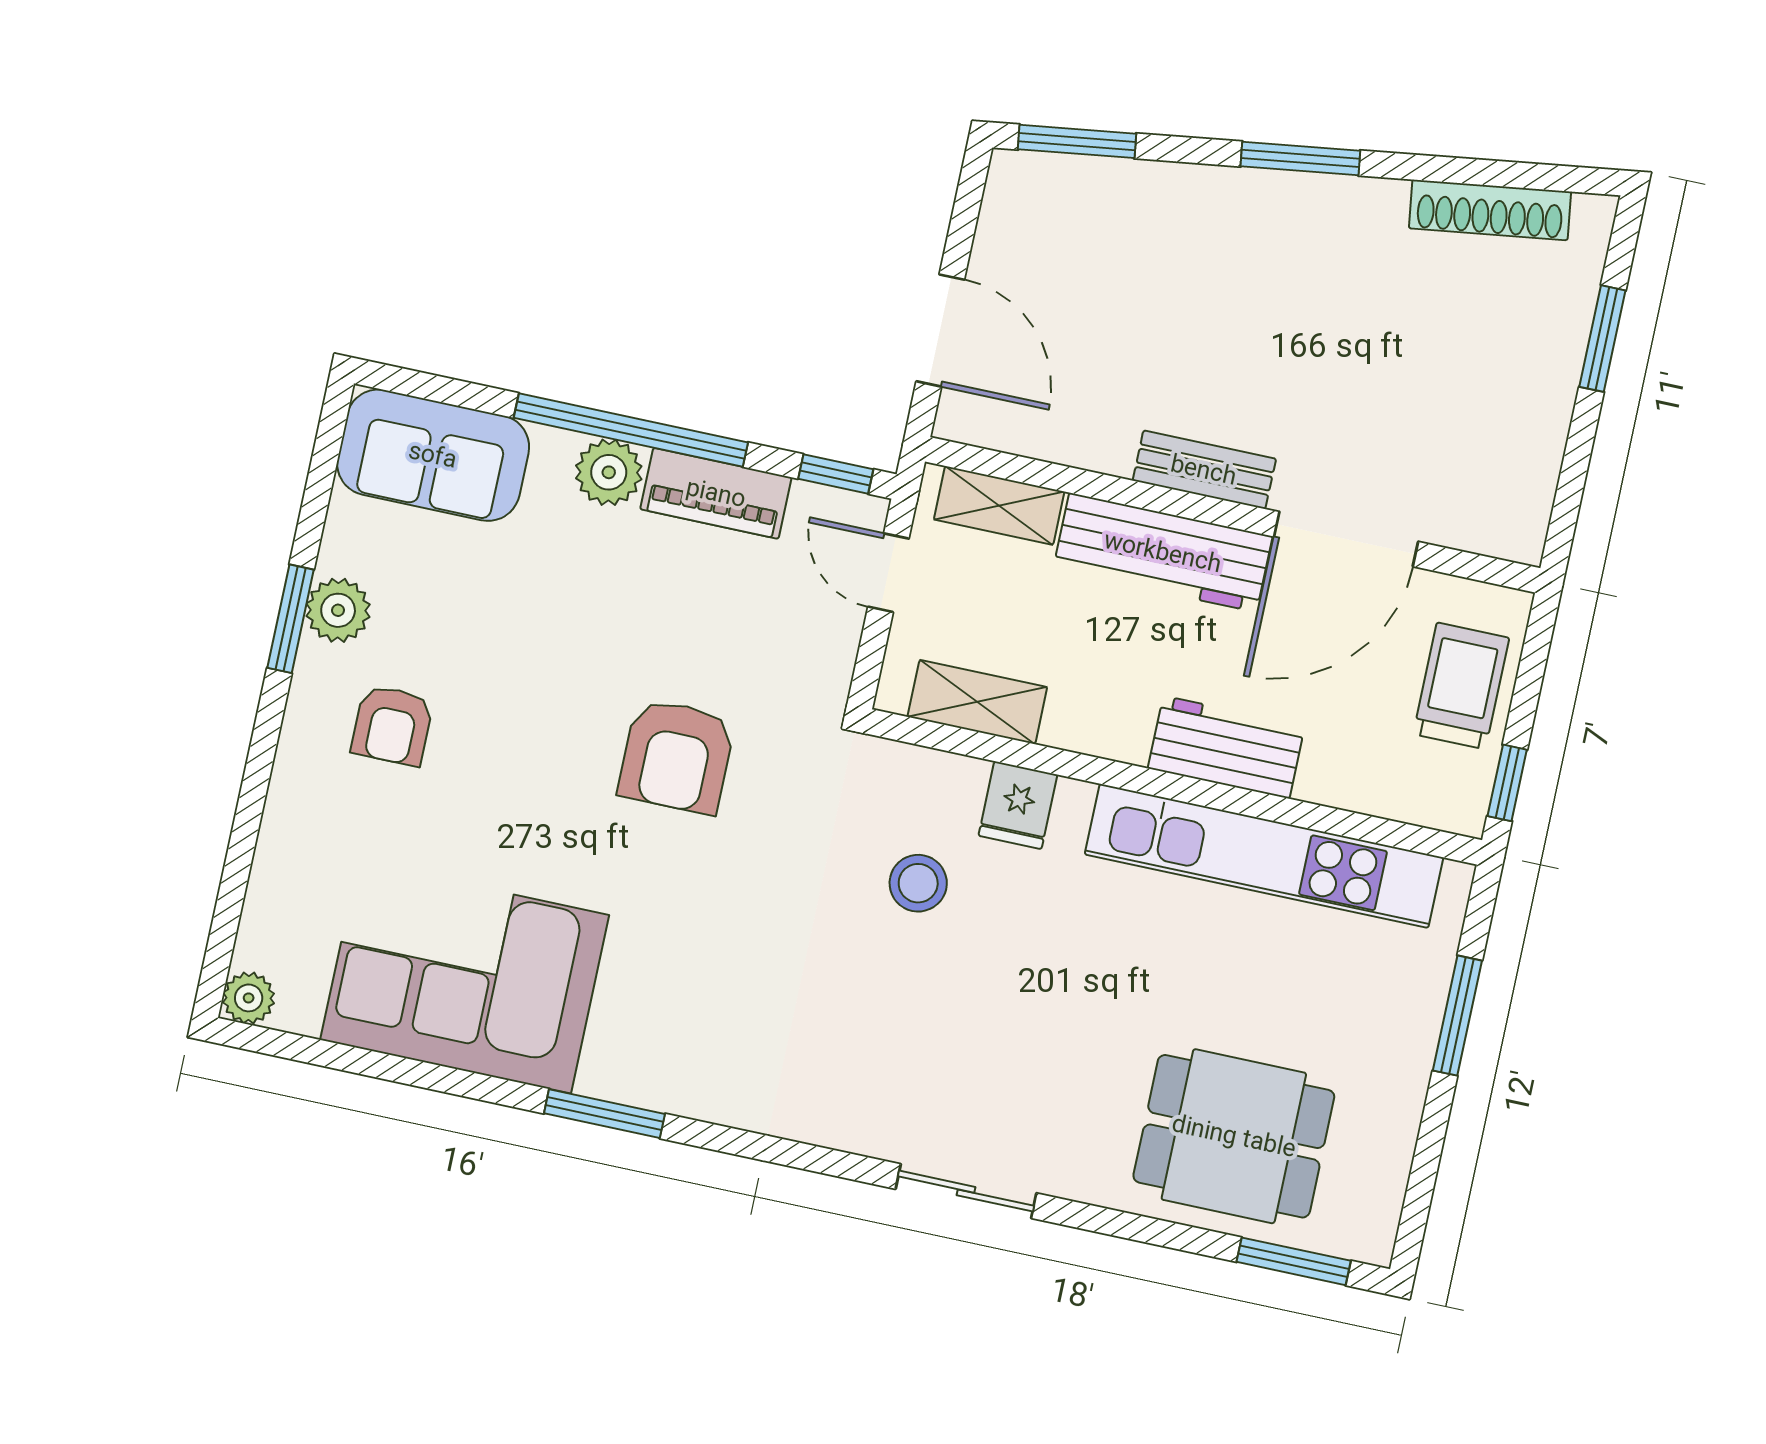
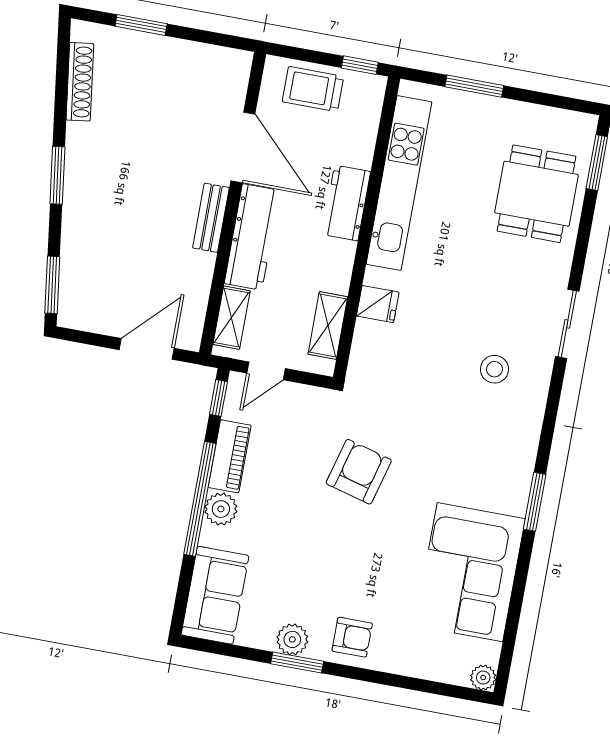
armchair: (392, 725) -> (352, 637), moved
armchair: (677, 756) -> (359, 472), turned -75
stool: (918, 883) -> (494, 369), moved

